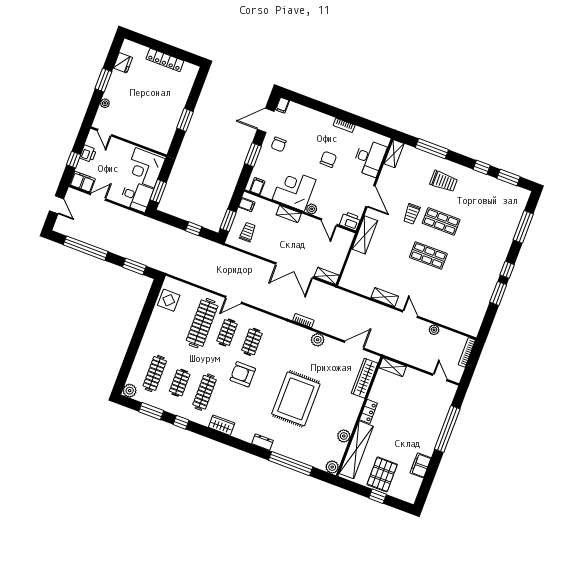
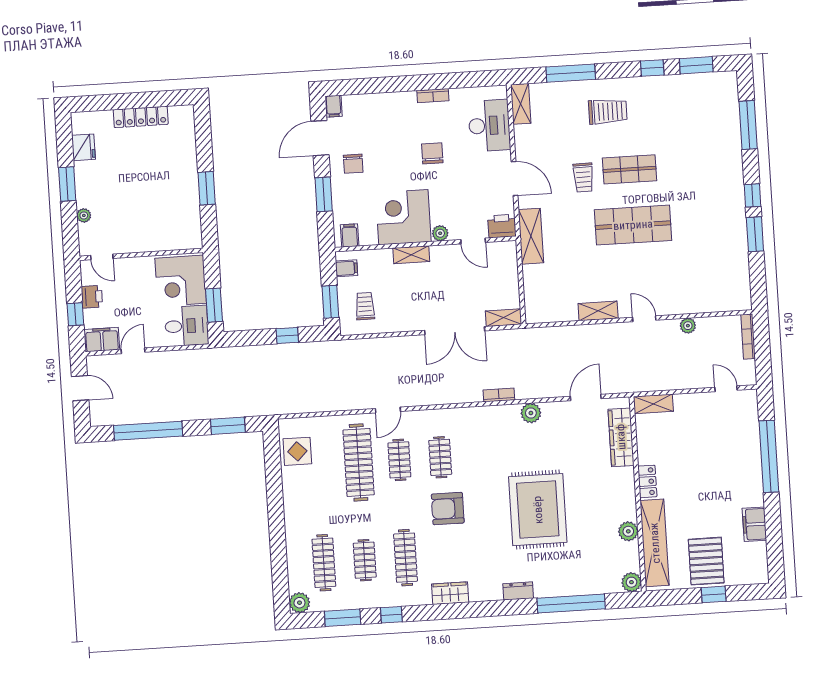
shop shelf: (428, 255) -> (633, 225), width x1.43, depth x1.36

